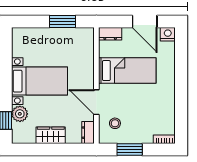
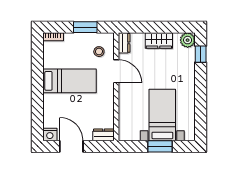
window: (62, 21) -> (160, 146), moved
bed: (127, 71) -> (69, 81), moved, turned 180
bed with nightstands: (40, 81) -> (162, 115), moved, turned 90
plant: (20, 114) -> (188, 40), moved

